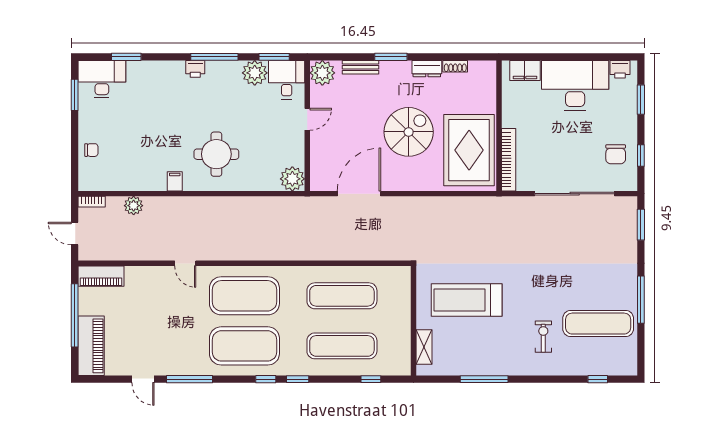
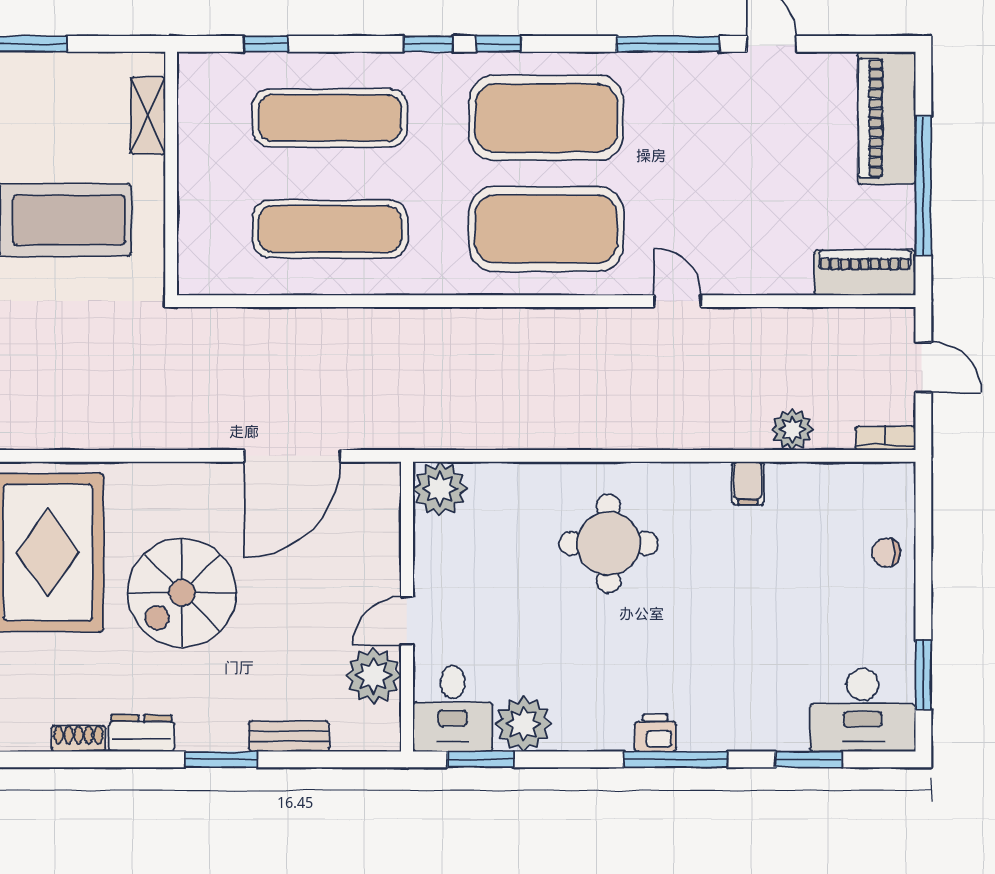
window: (214, 57) -> (676, 759), moved
plant: (322, 73) -> (373, 676), moved
filing cabinet: (175, 181) -> (748, 483), moved

